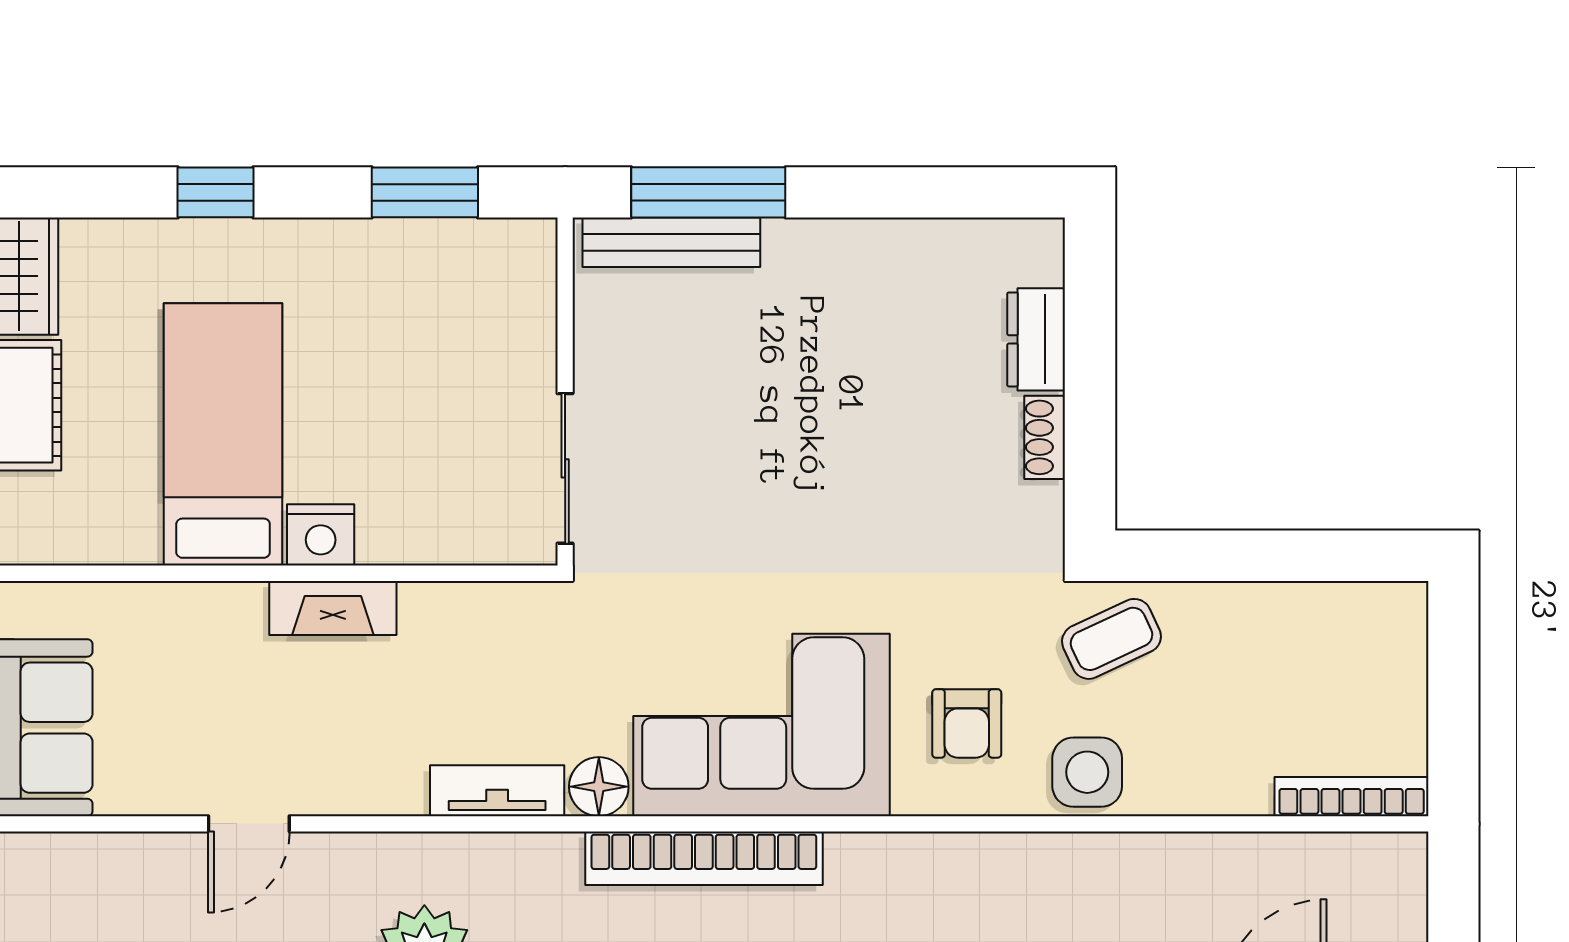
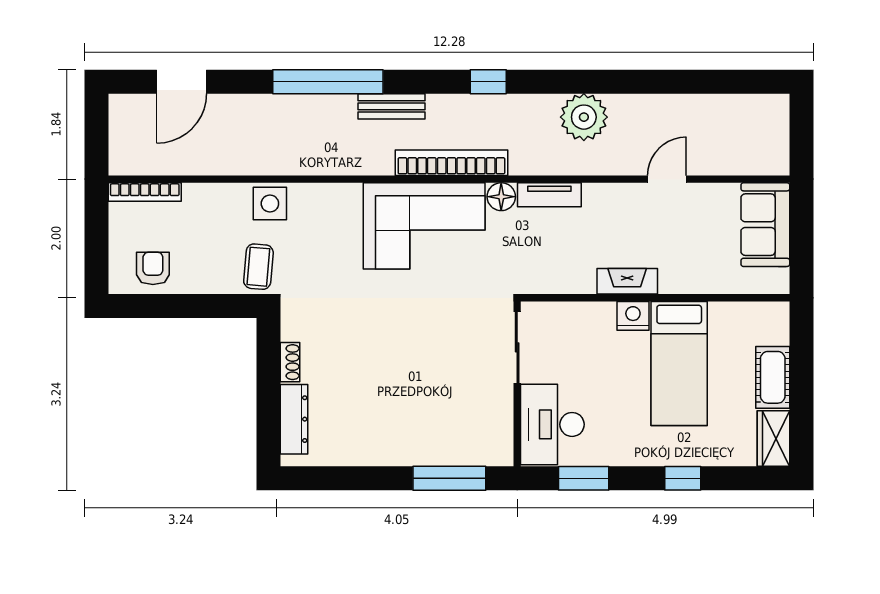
bench: (671, 242) -> (467, 455), removed
desk: (491, 306) -> (552, 424), added
dresser: (1036, 339) -> (294, 419), width x1.44
coffee table: (1111, 639) -> (258, 267), turned -60
armchair: (967, 723) -> (153, 268), moved

